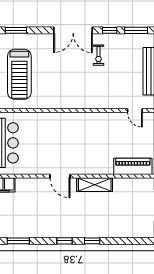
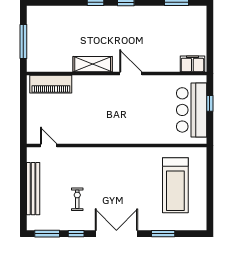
window: (16, 30) -> (163, 234), moved
exercise bike: (99, 55) -> (77, 199), moved
treadmill: (19, 74) -> (175, 185), turned 180

